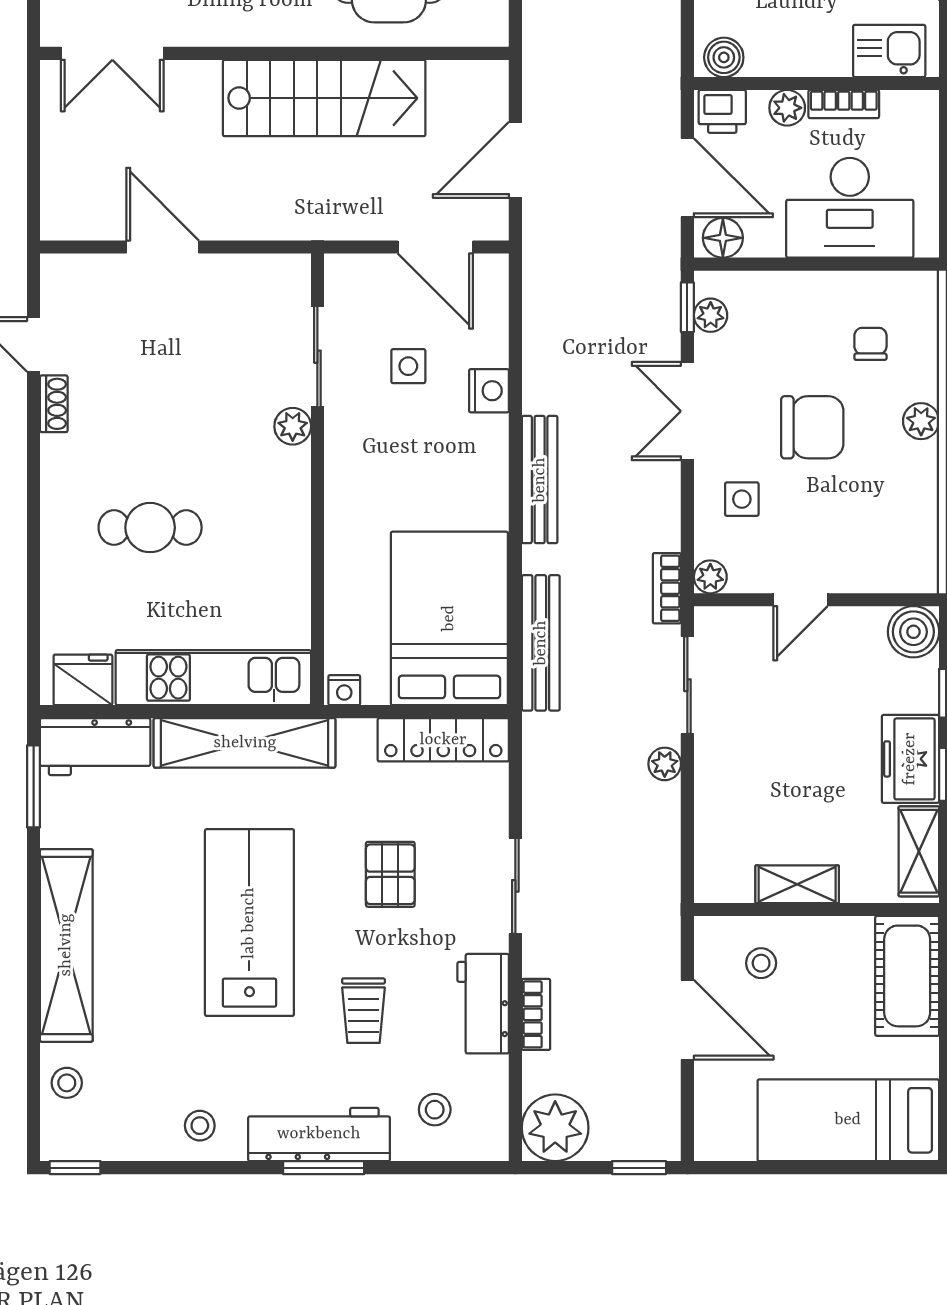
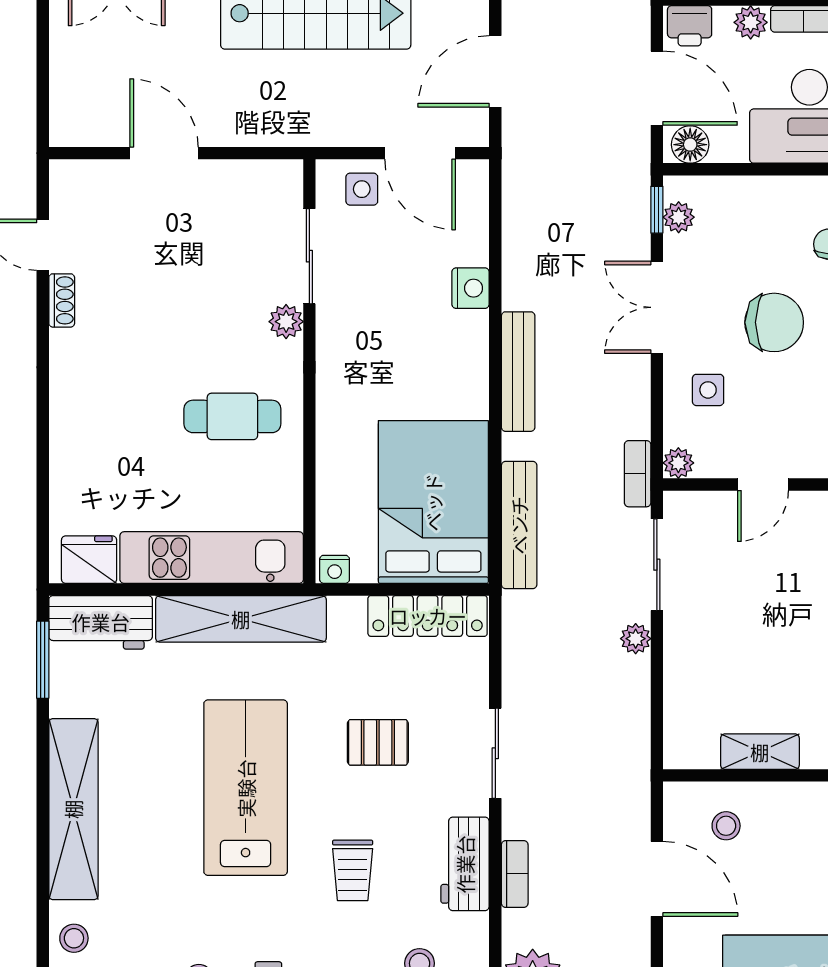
side table: (408, 366) -> (362, 189), moved
cafe table: (150, 528) -> (232, 416), moved
pallet: (390, 874) -> (378, 742), turned 90

